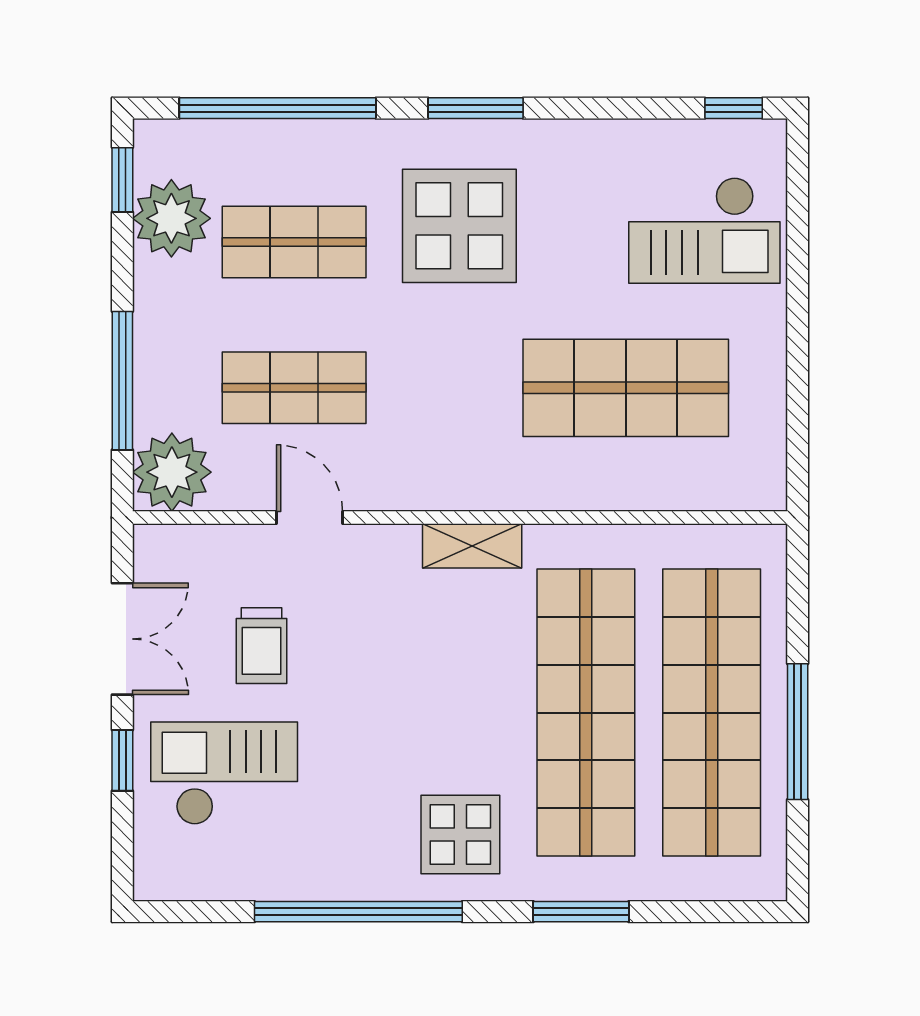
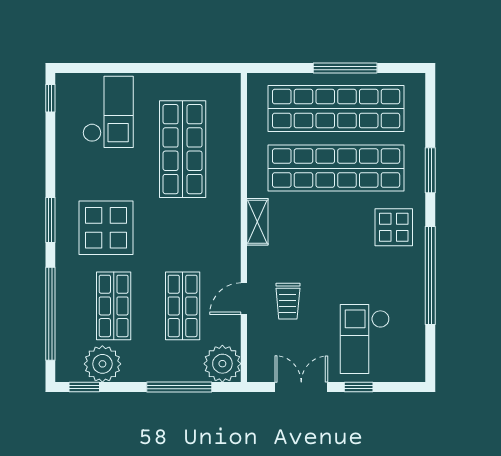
trolley: (261, 646) -> (288, 301), moved, turned 90

